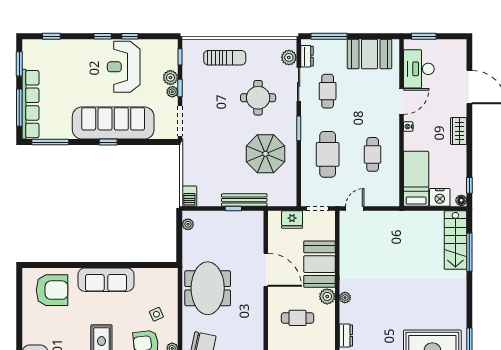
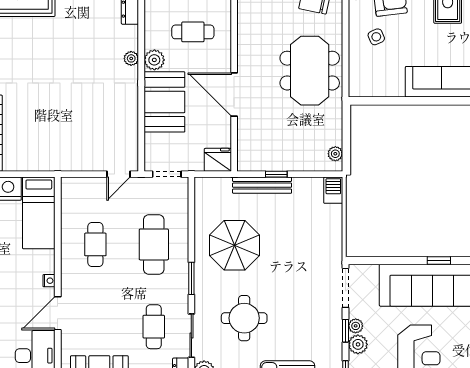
fridge: (292, 220) -> (218, 160), moved

